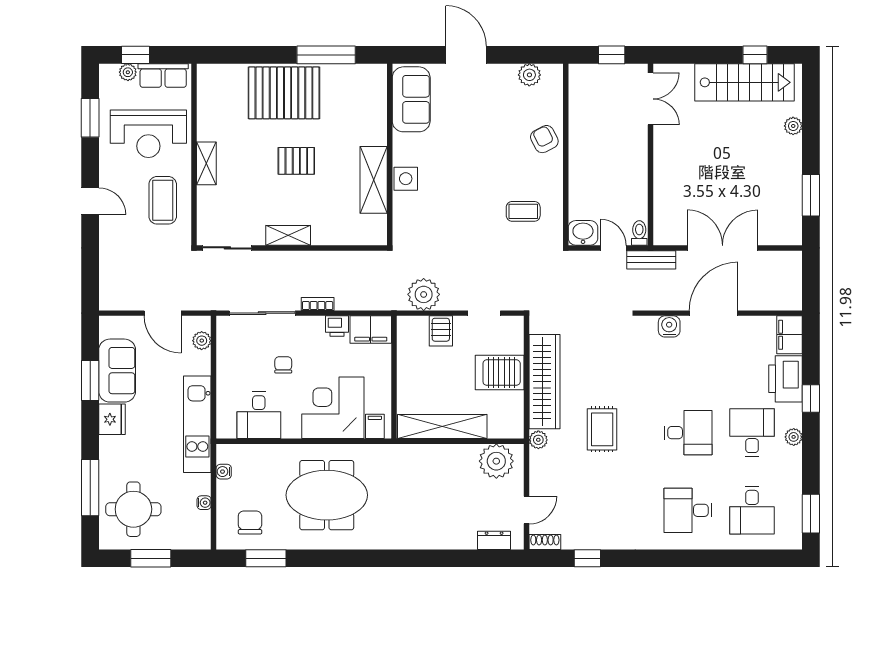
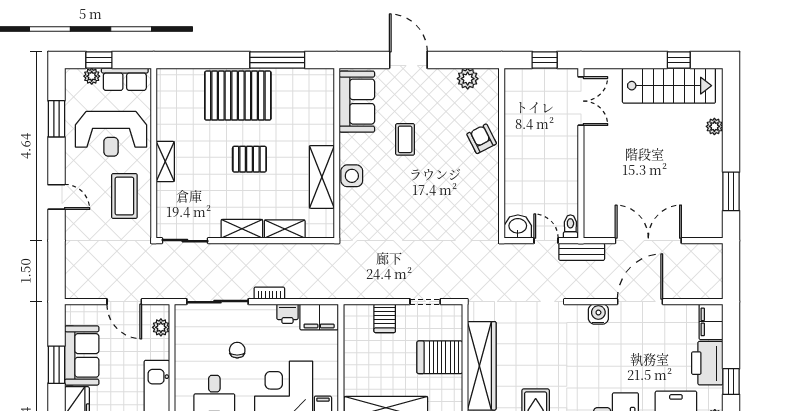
coffee table: (523, 211) -> (405, 139), moved, turned 90
shelving: (334, 236) -> (285, 229), added
plant: (424, 294) -> (369, 284), removed

